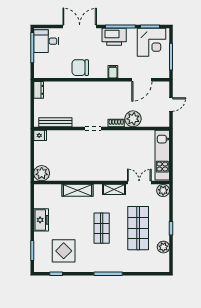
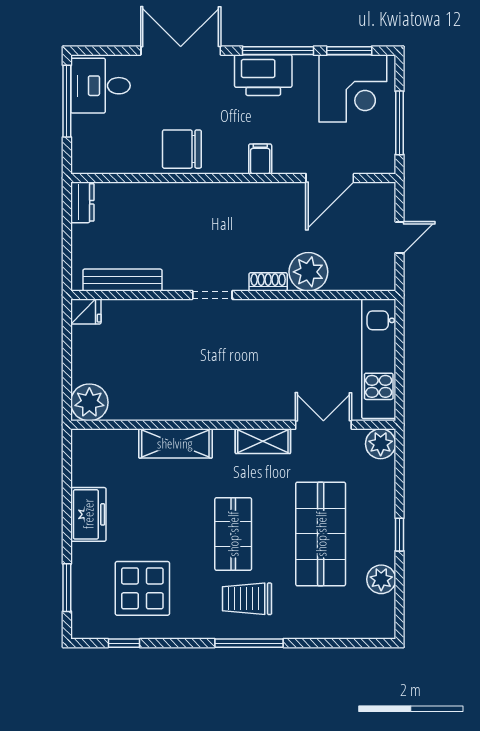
trolley: (107, 255) -> (247, 599), added

